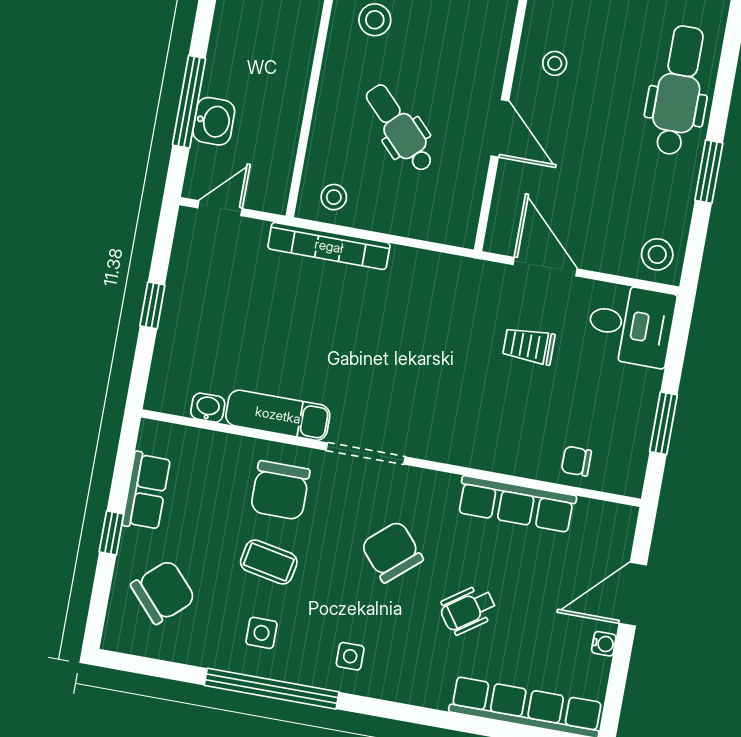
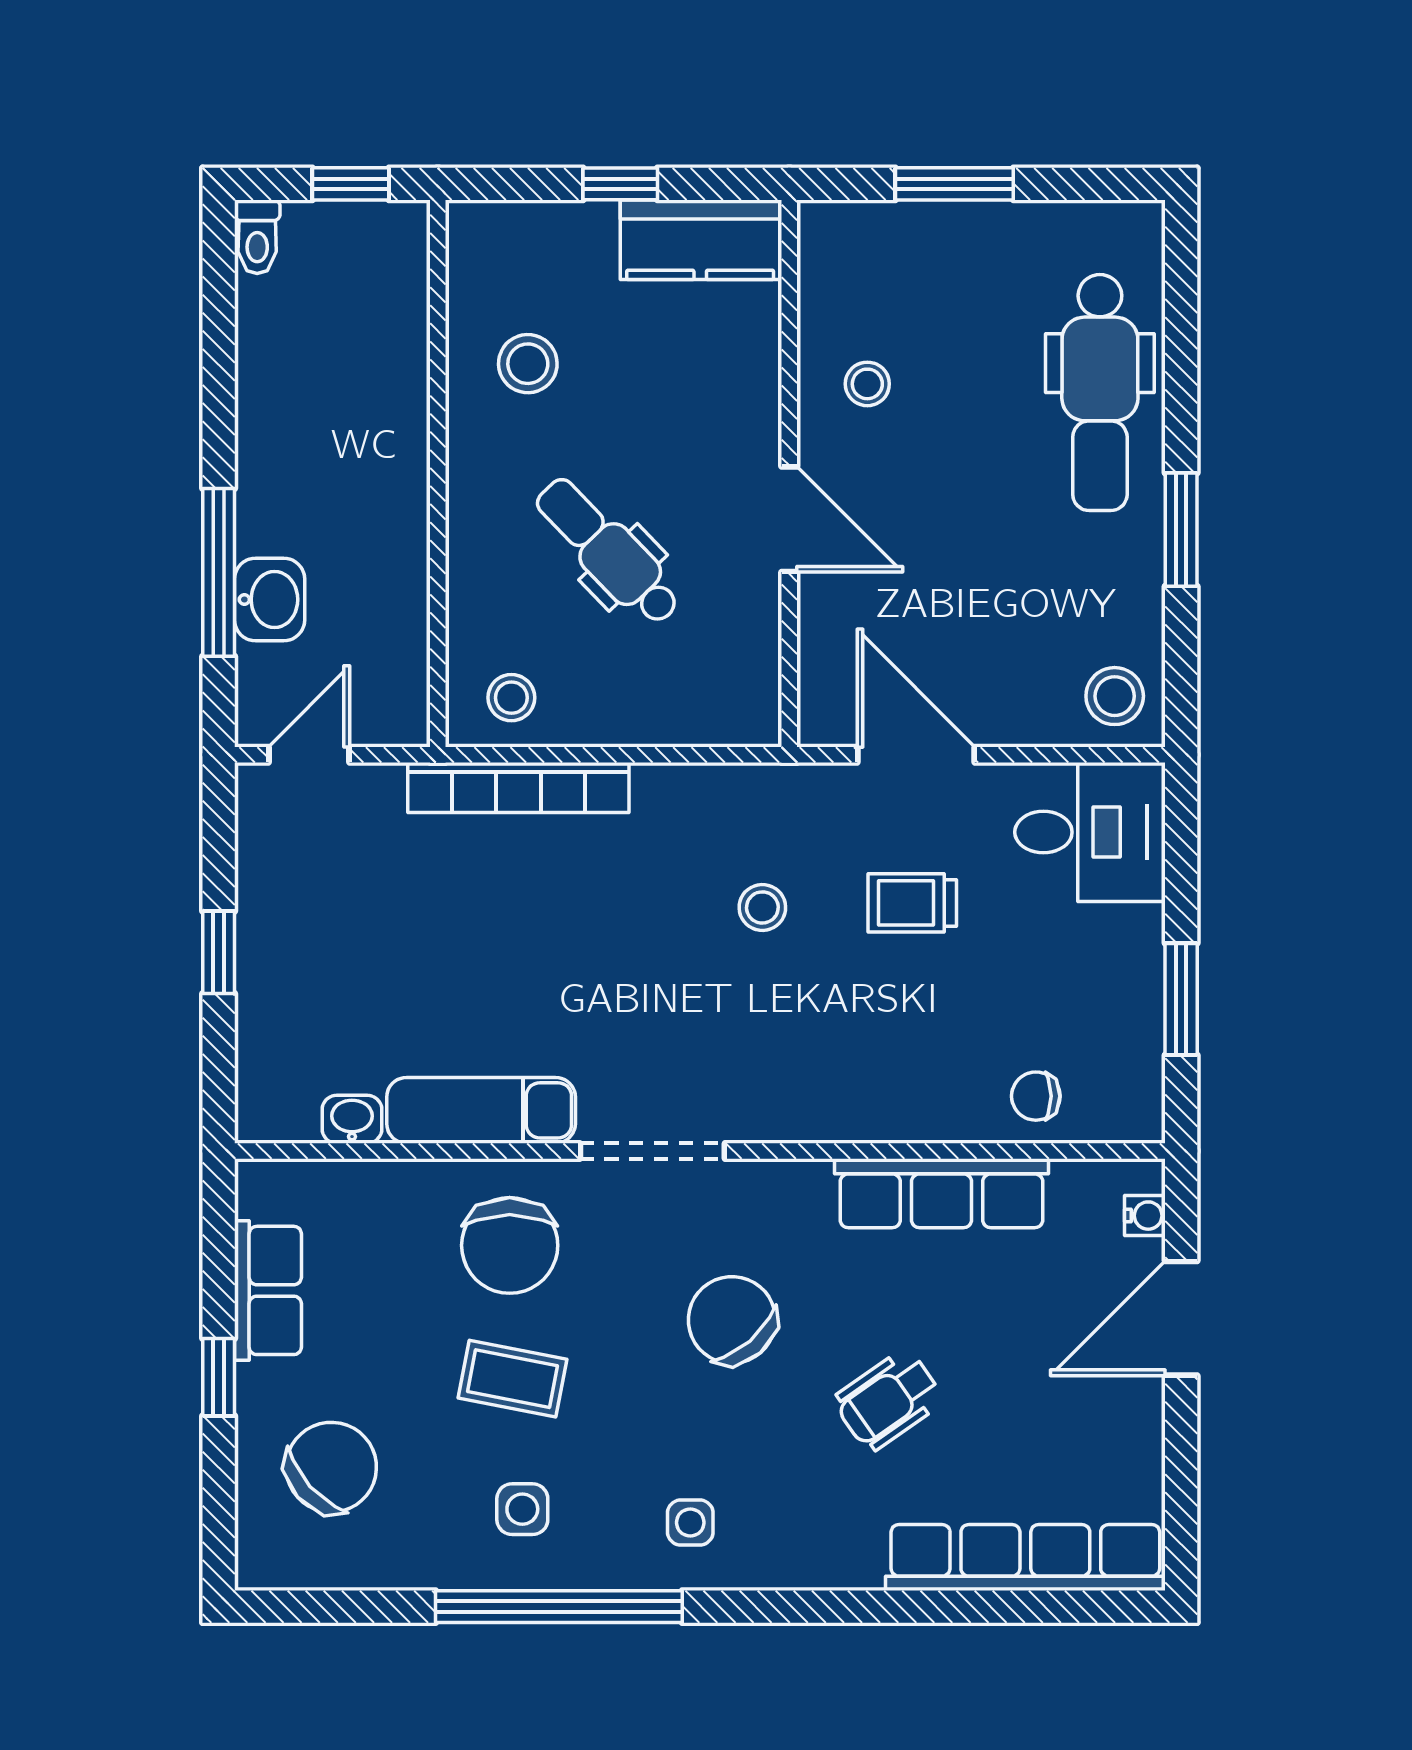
dental chair: (679, 90) -> (1100, 393), turned 180
stool: (448, 334) -> (762, 907), added
water cooler: (604, 644) -> (1145, 1216), moved

